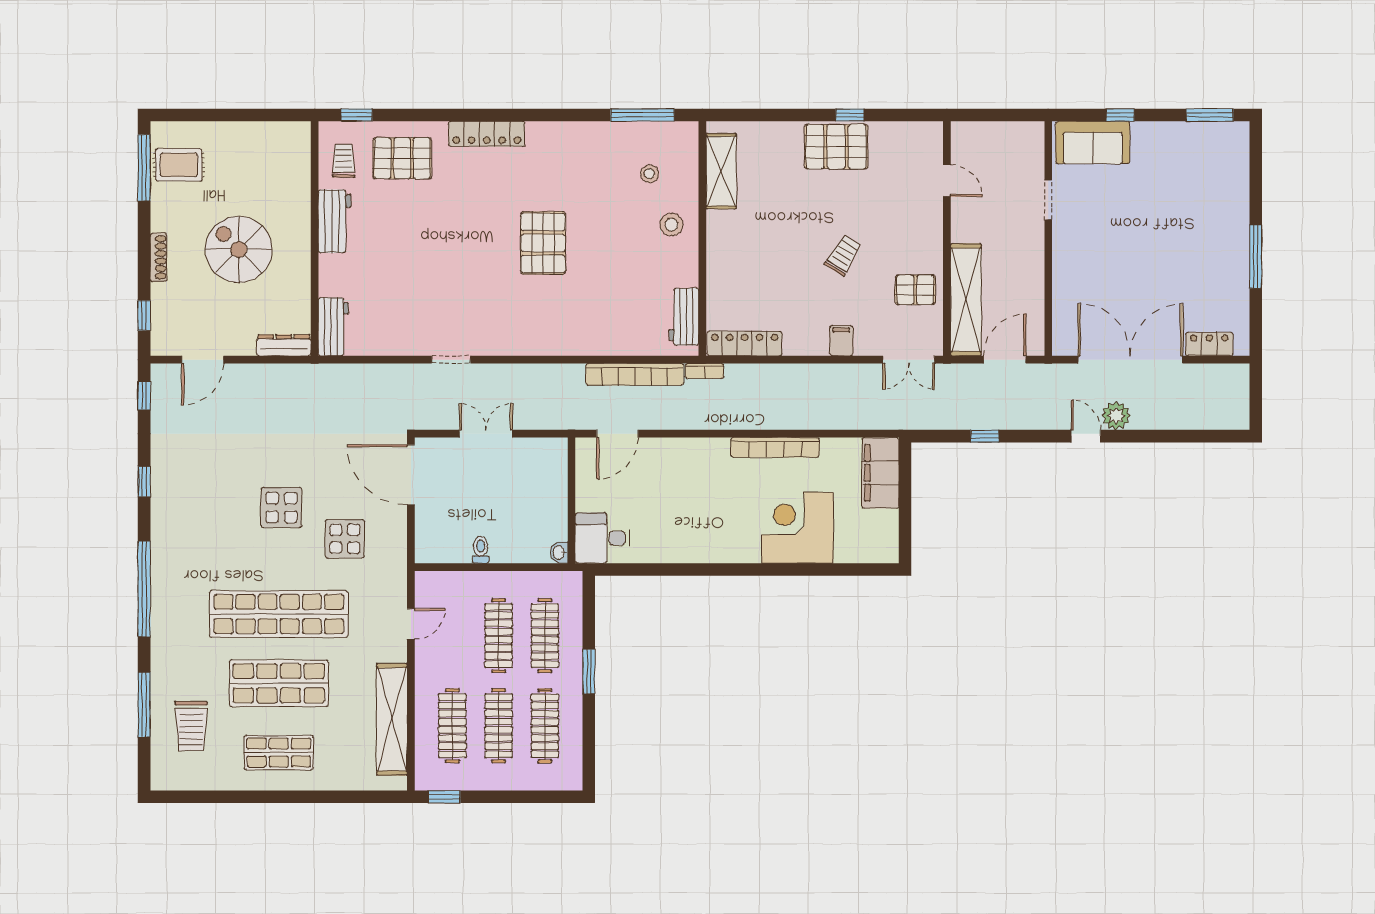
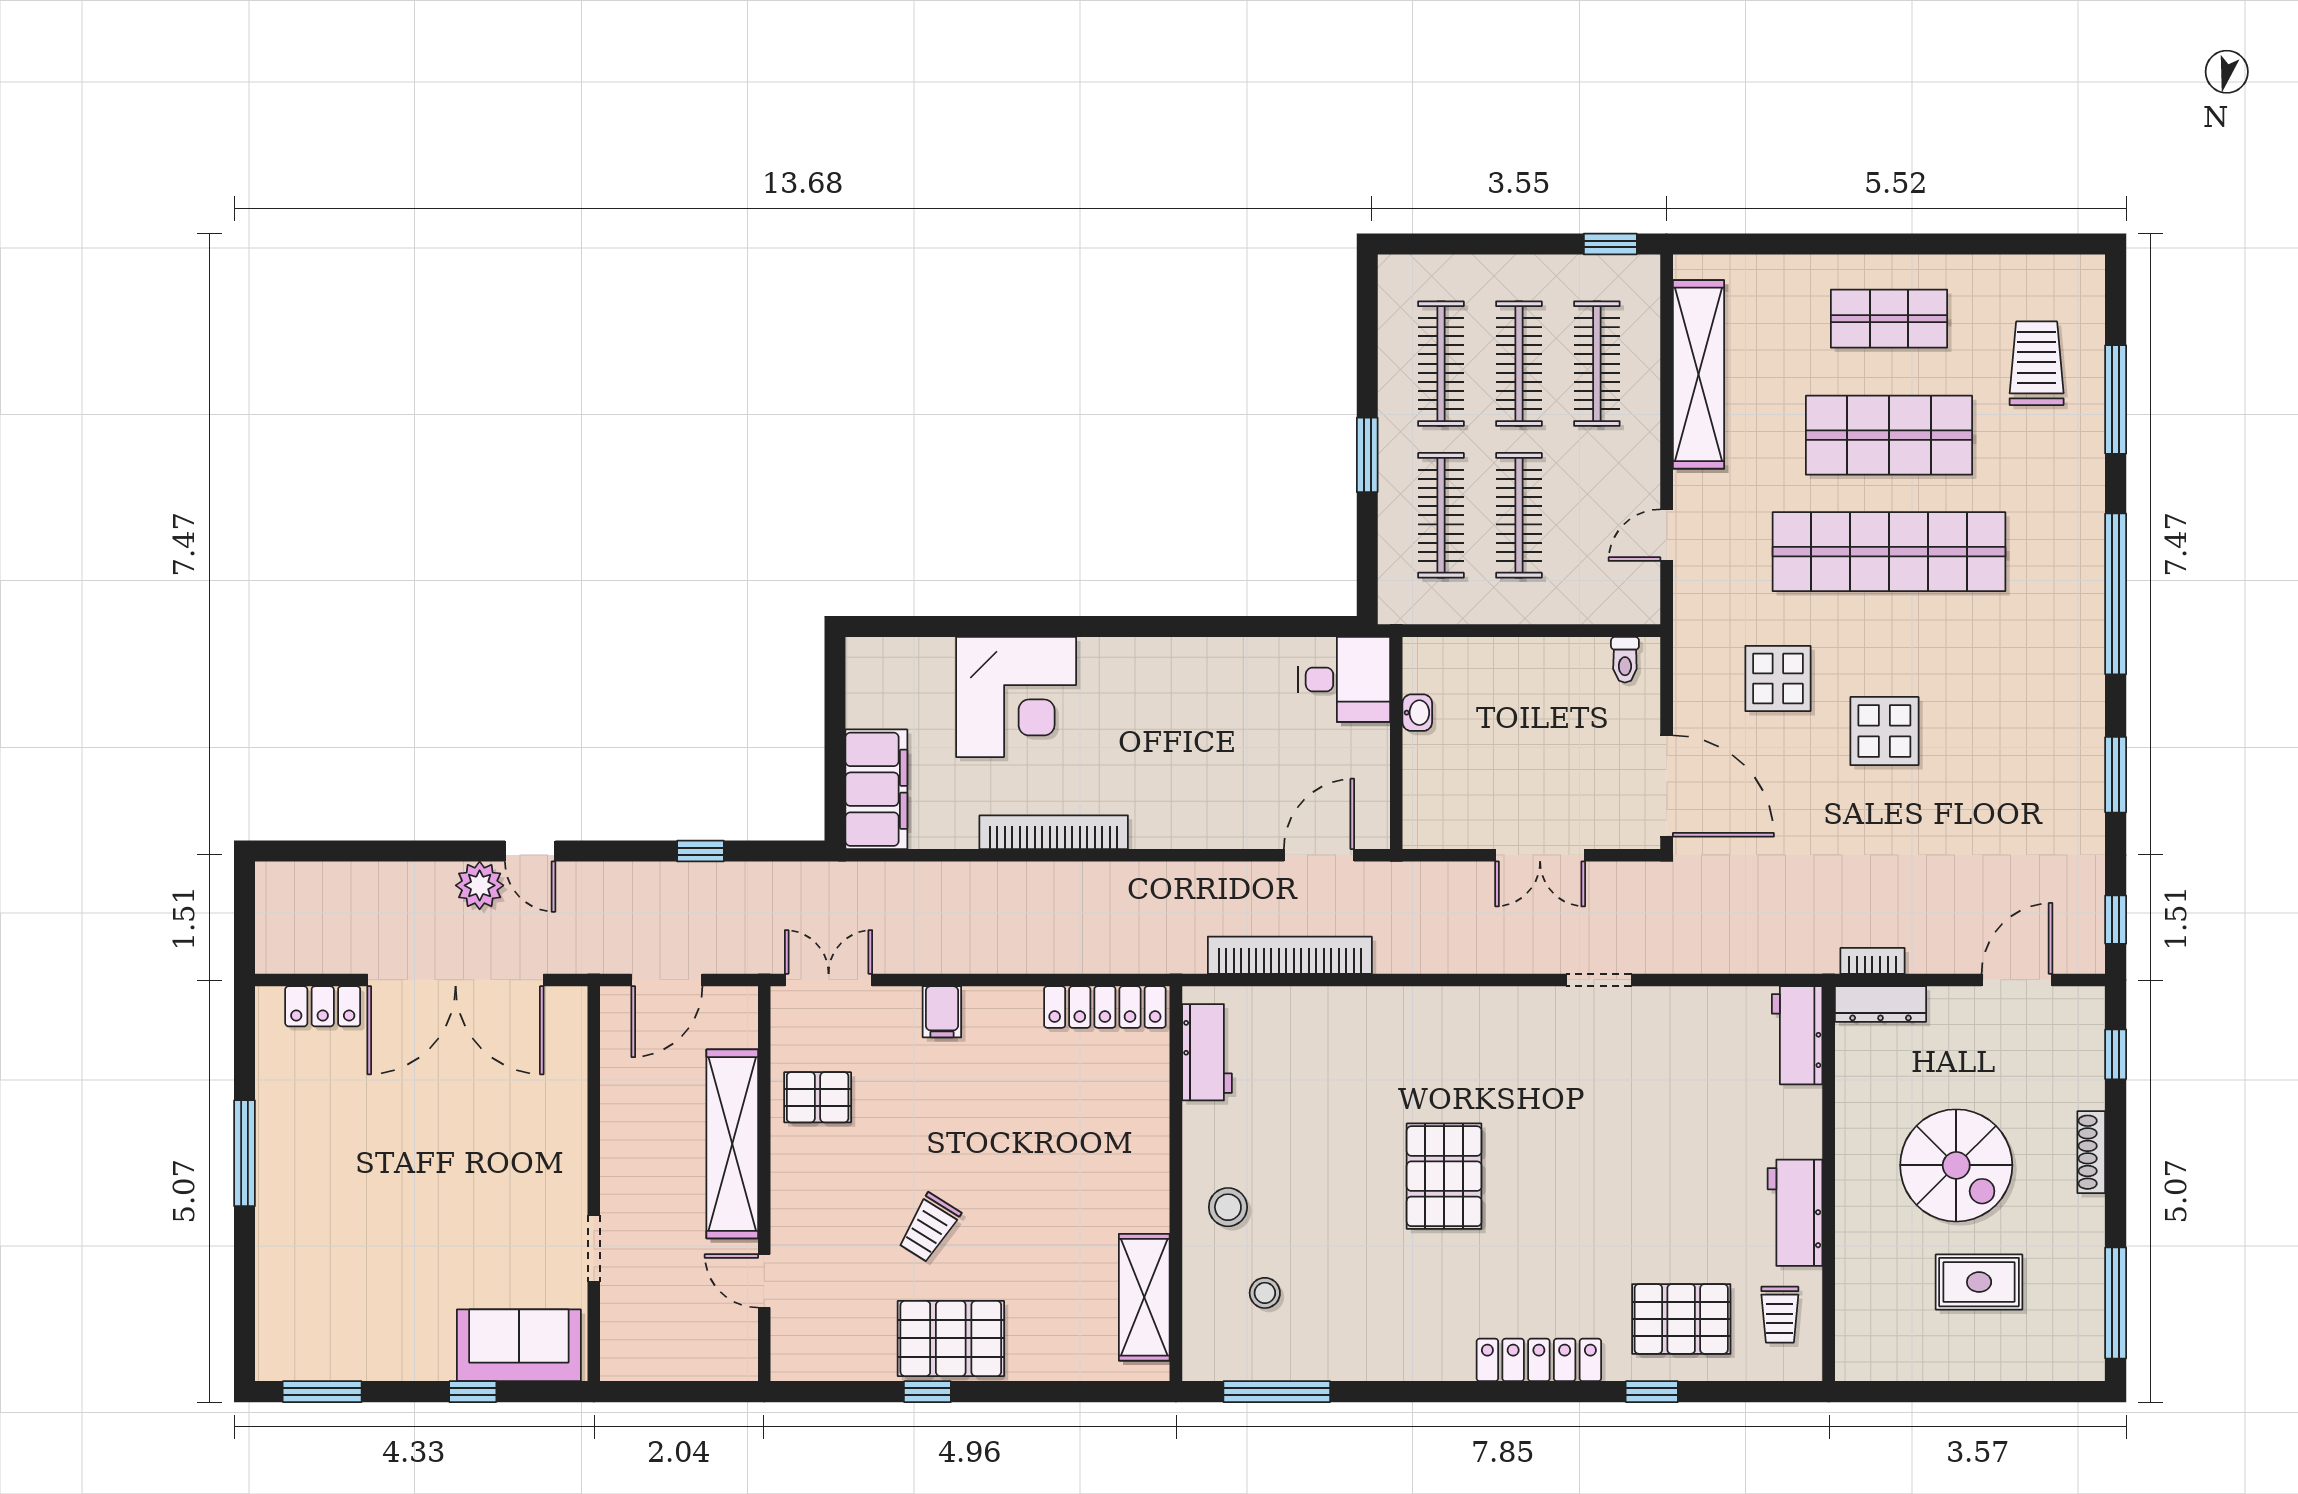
window: (357, 115) -> (1652, 1392), moved
rug: (179, 165) -> (1979, 1282), moved
trolley: (843, 255) -> (929, 1228), moved
shelving: (966, 300) -> (732, 1144), moved
bookcase: (705, 371) -> (1872, 961), moved
window: (144, 482) -> (2116, 775), width x1.50
toilet: (481, 550) -> (1625, 660), moved
washbasin: (559, 553) -> (1417, 713), moved

